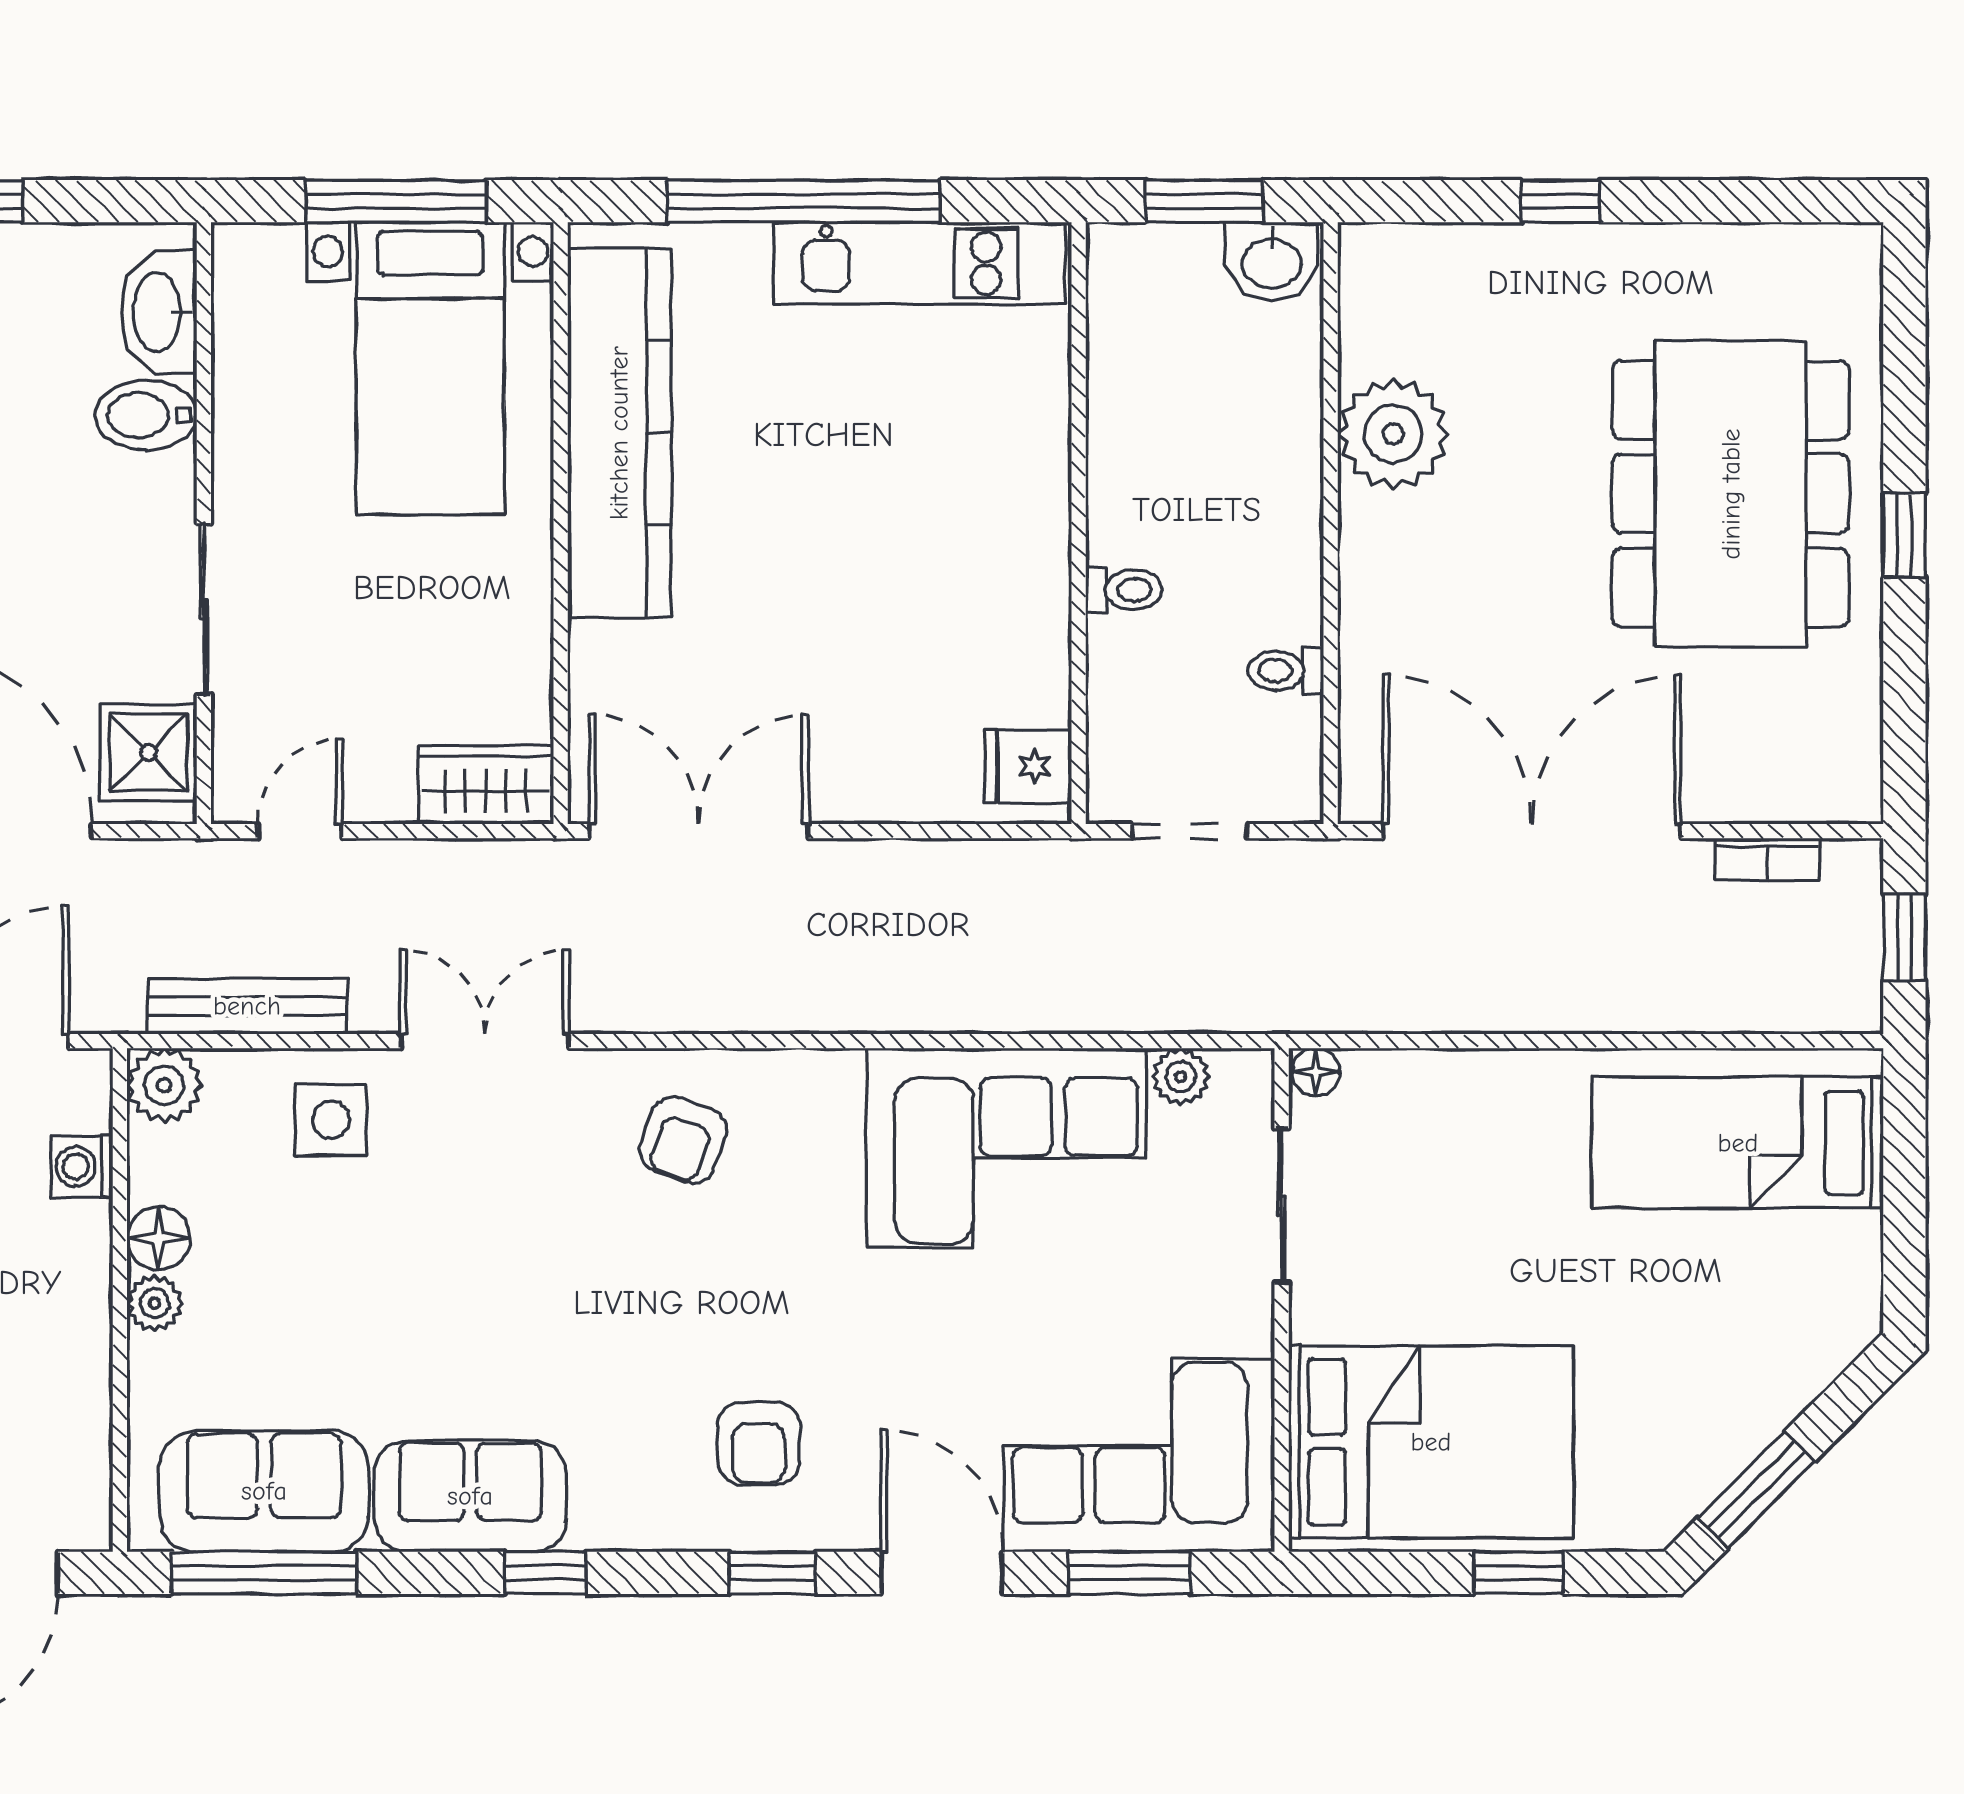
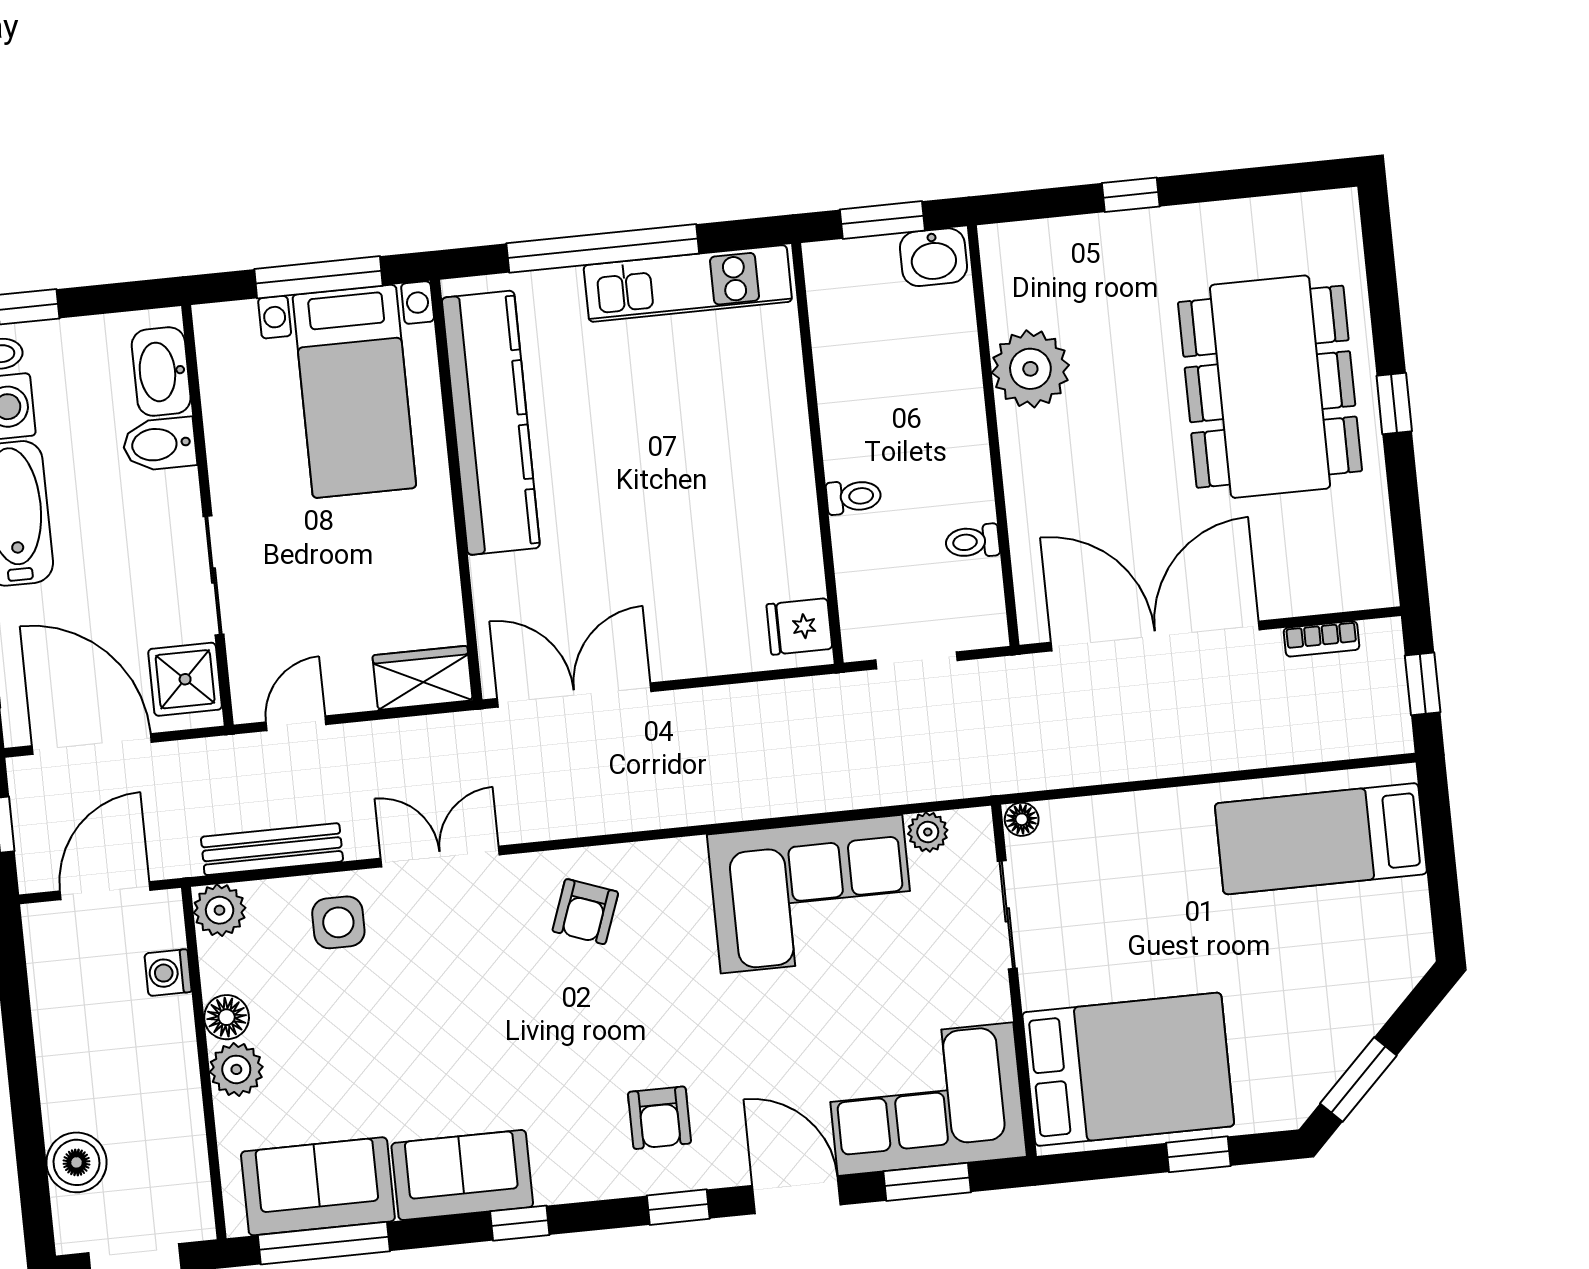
plant: (155, 1303) -> (236, 1069), width x1.38, depth x1.38

